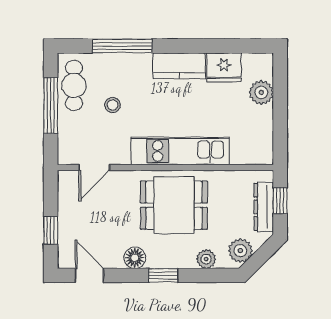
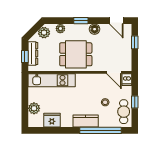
window: (122, 46) -> (101, 130), width x1.46
kitchen counter: (179, 66) -> (86, 121), moved
window: (51, 105) -> (135, 102), width x0.46
kitchen unit: (180, 151) -> (52, 80), moved
dishwasher: (67, 152) -> (127, 80), added
door: (94, 167) -> (114, 72), swing flipped

